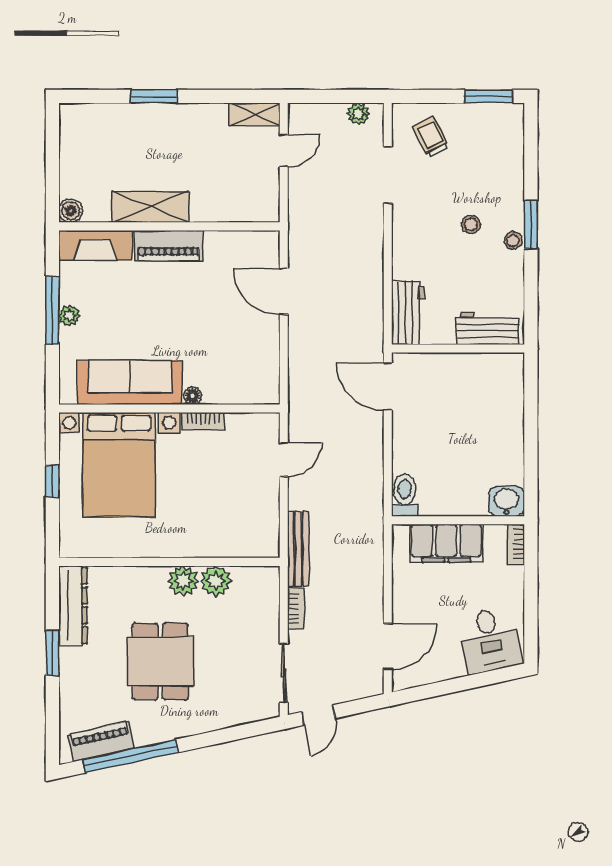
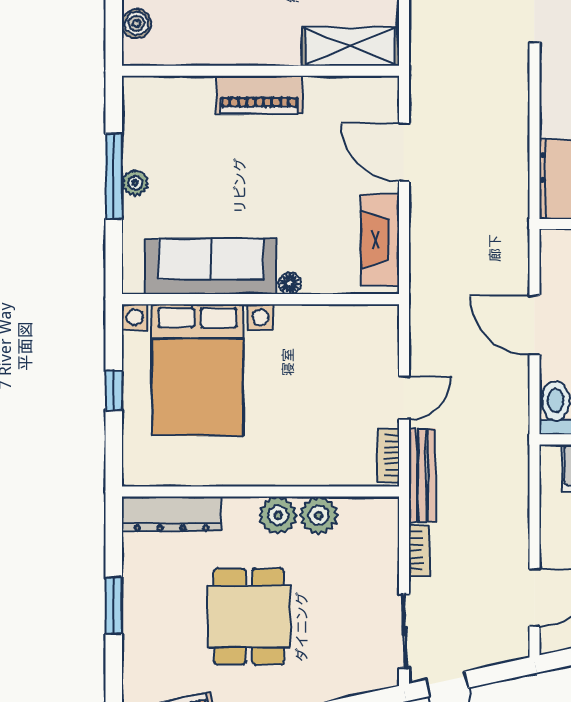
shelving: (150, 207) -> (351, 46), moved
boiler: (71, 211) -> (137, 23), moved
fireplace: (96, 245) -> (380, 240), moved, turned 90
door: (388, 387) -> (534, 325), moved
bookcase: (203, 421) -> (388, 456), moved, turned 90
door: (284, 460) -> (404, 398), moved
dresser: (73, 605) -> (171, 514), moved, turned 90

